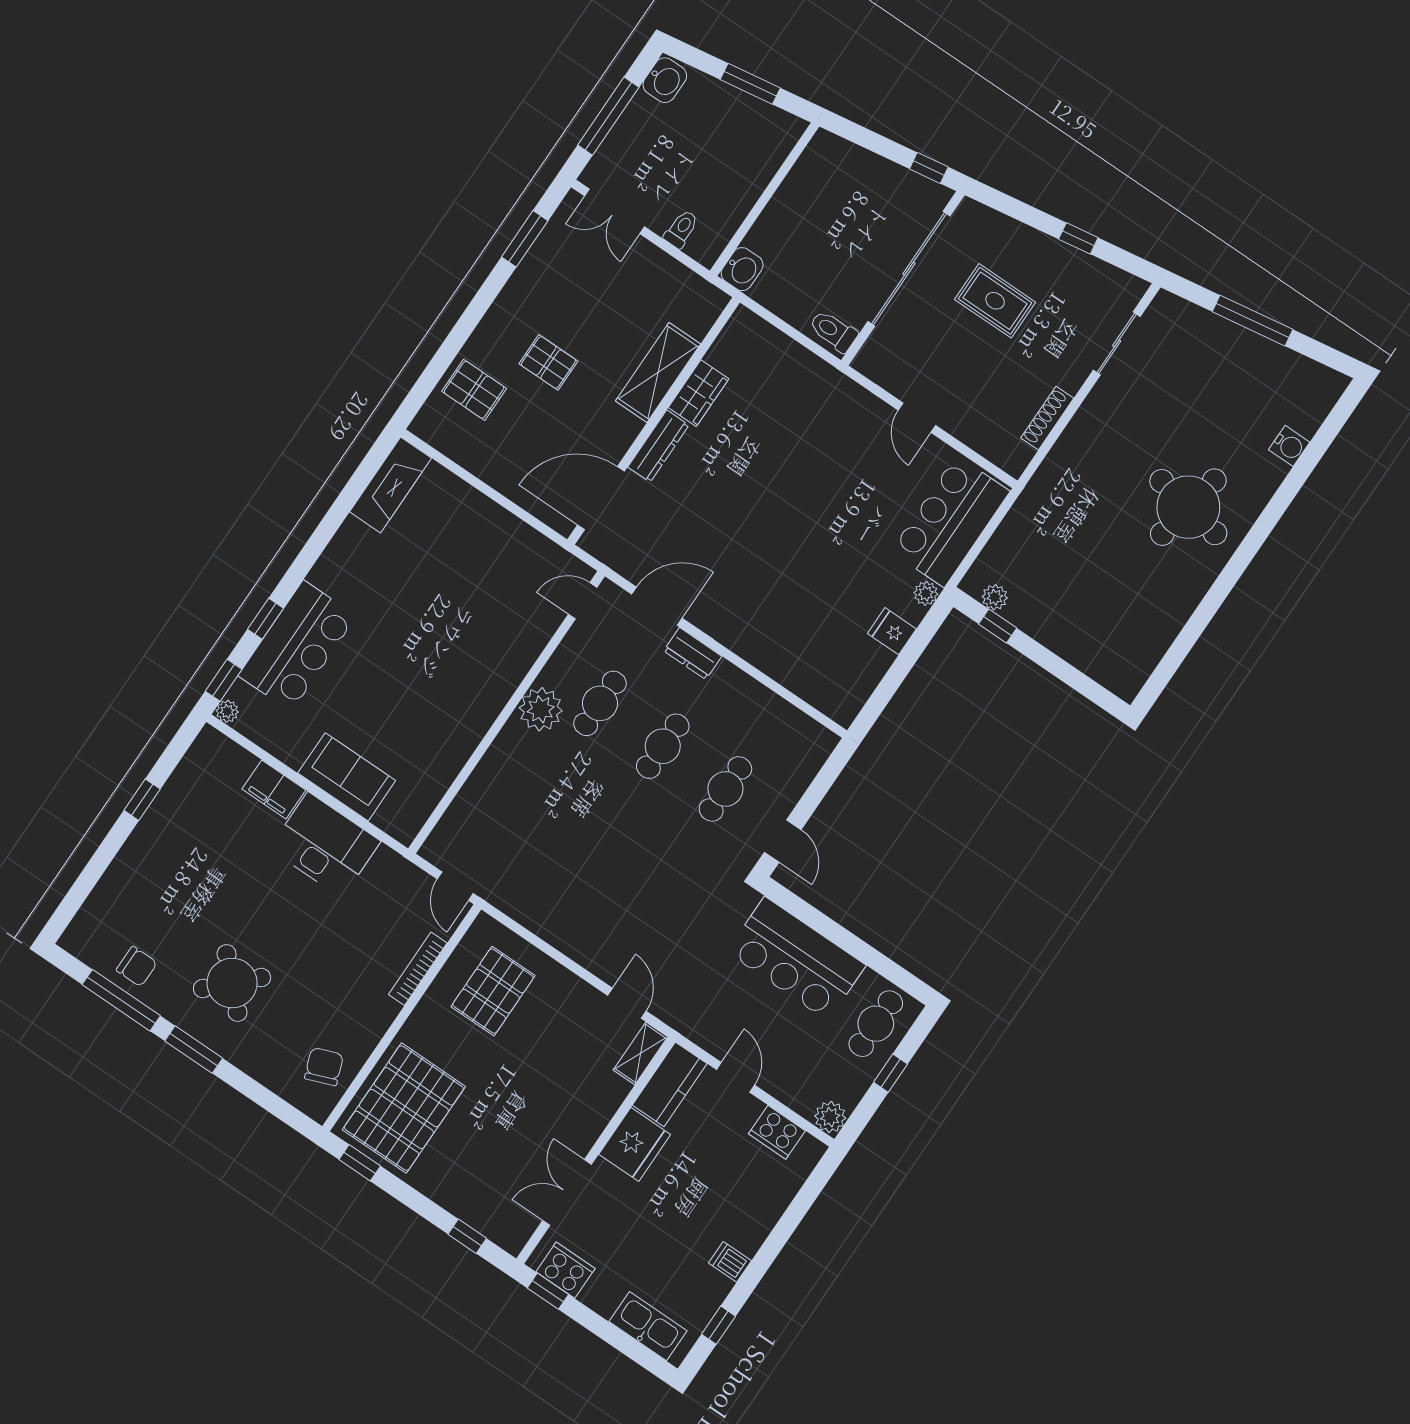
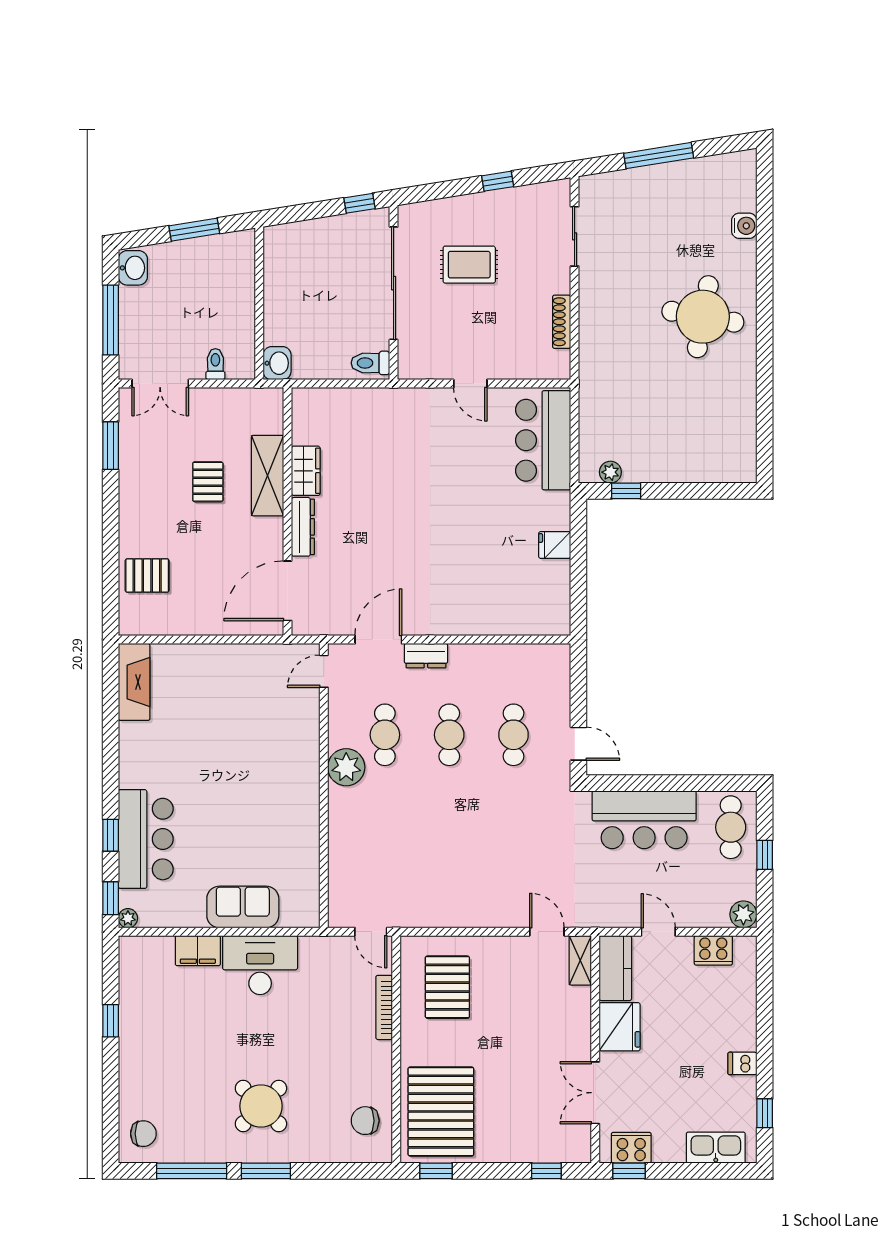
pallet: (548, 362) -> (208, 482), moved, turned 90
plant: (926, 593) -> (560, 502), removed
chair: (137, 966) -> (143, 1134), moved
chair: (324, 1067) -> (365, 1121), turned -69

